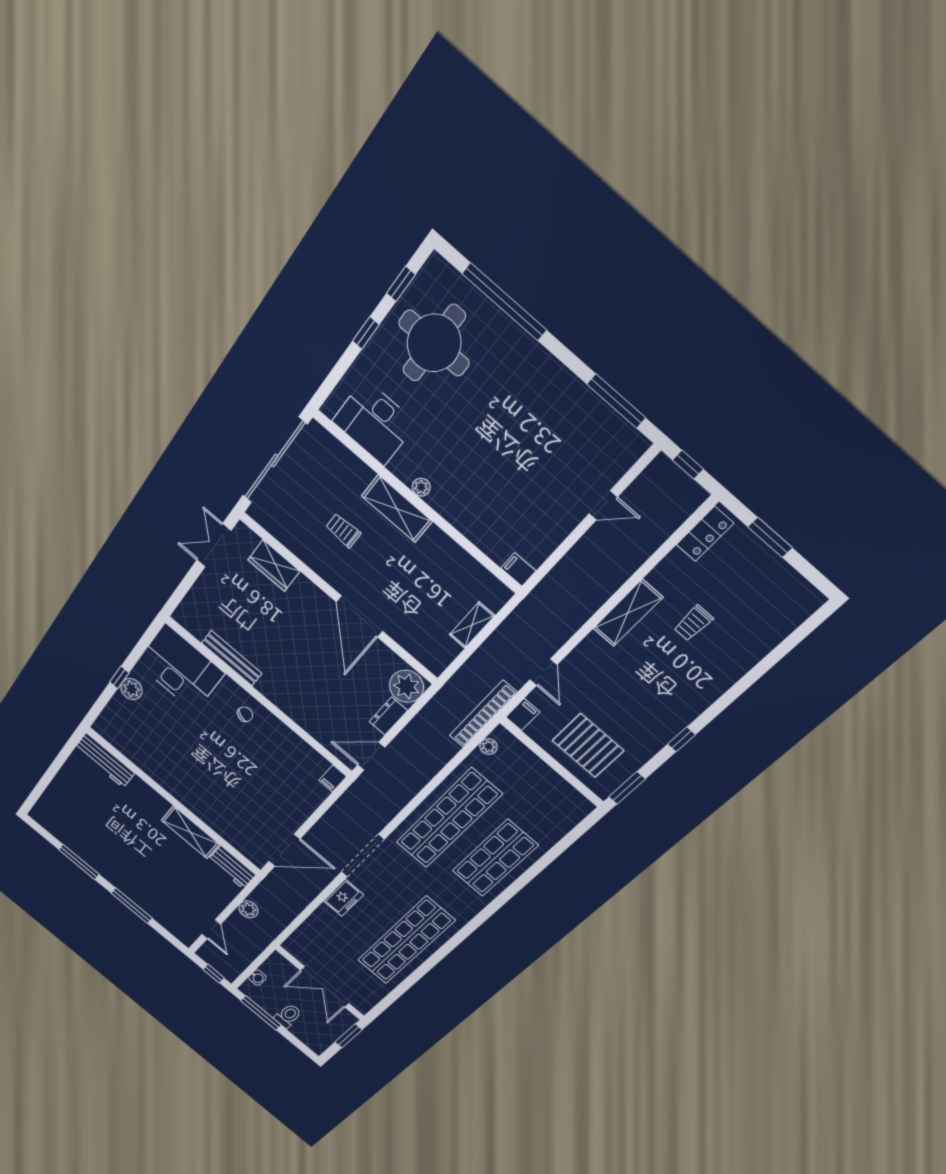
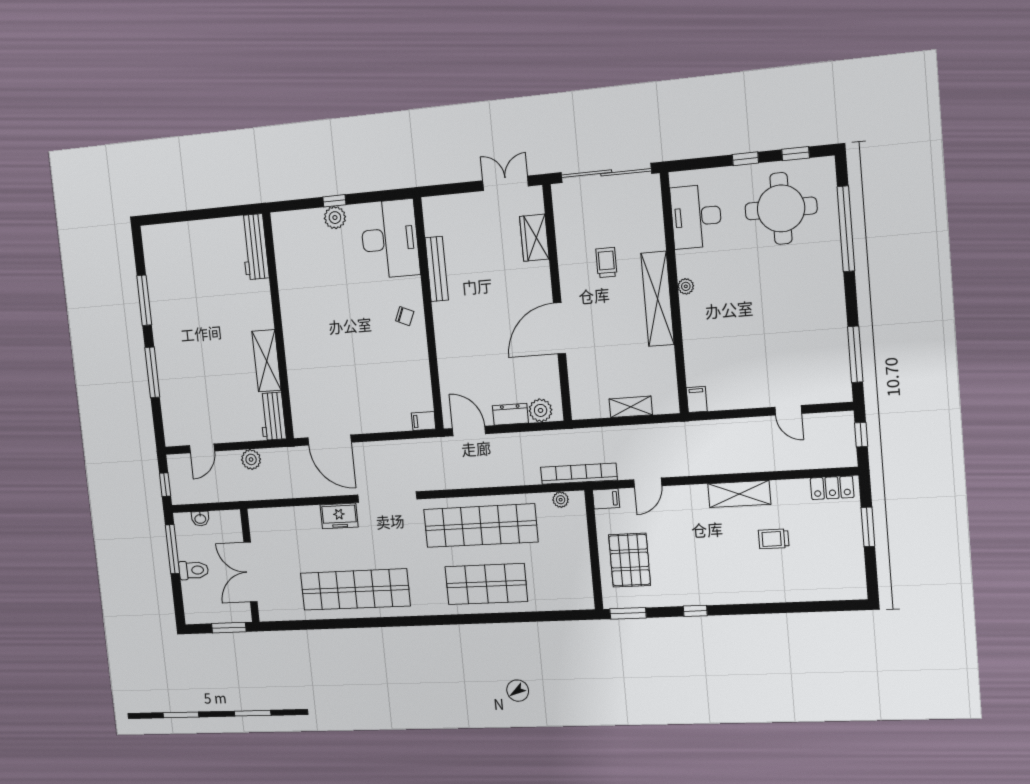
shelving: (397, 509) -> (658, 299), width x1.47
plant: (406, 686) -> (541, 410), width x0.73, depth x0.73

